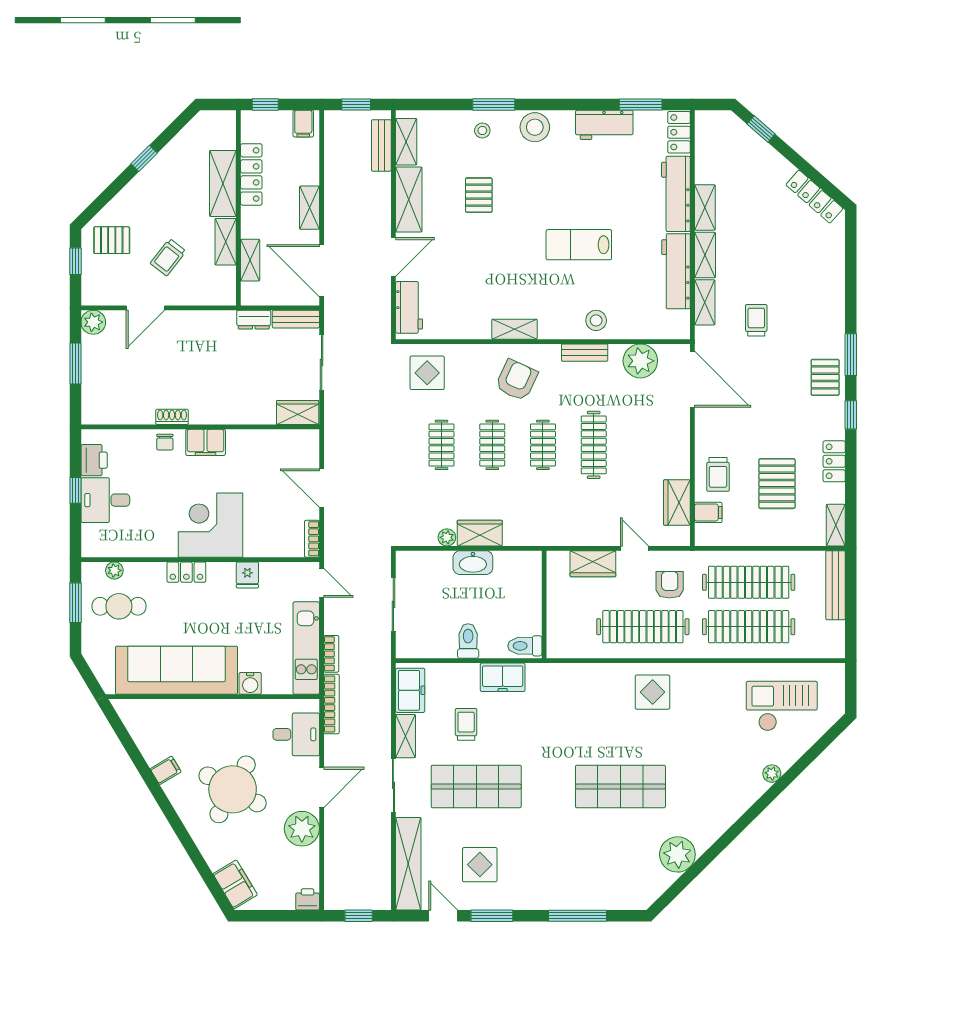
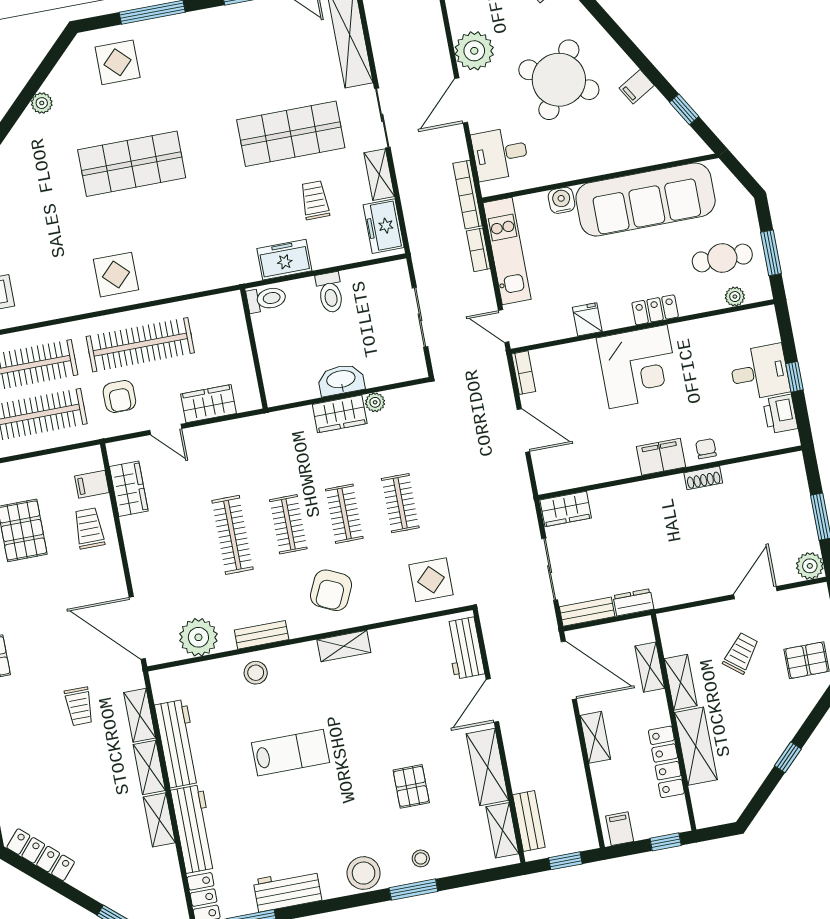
trolley: (466, 724) -> (315, 200), turned 180
window: (128, 743) -> (684, 109), added
plant: (677, 854) -> (42, 103), width x0.53, depth x0.53
display table: (480, 865) -> (118, 62), moved

